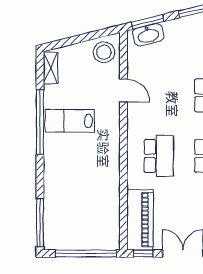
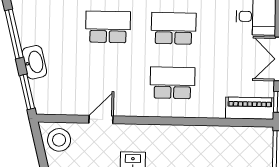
washbasin: (148, 35) -> (34, 62), moved
piano: (140, 220) -> (250, 108), width x0.73, depth x0.75

